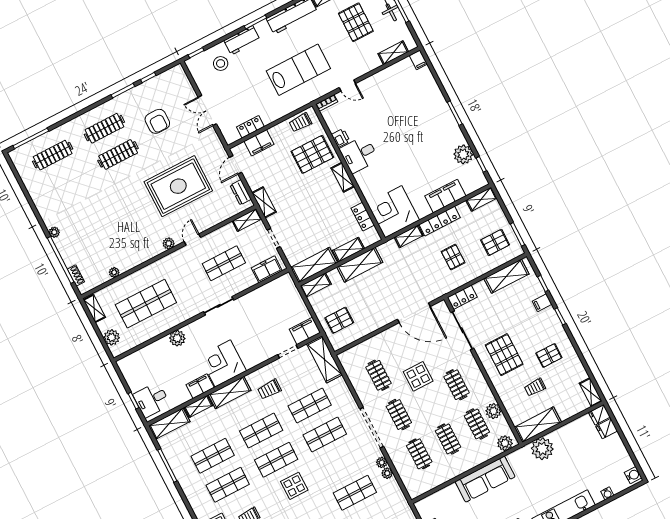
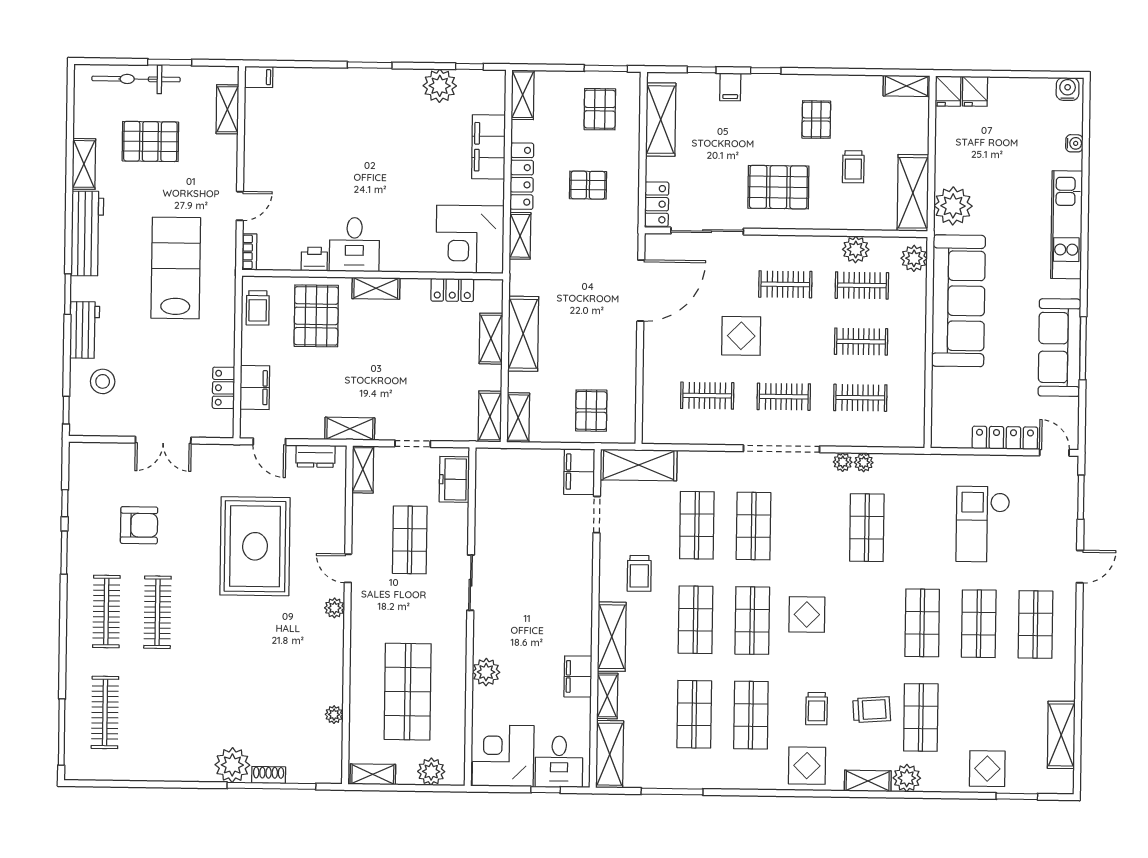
plant: (54, 232) -> (232, 765), width x1.87, depth x1.87
shelving: (314, 265) -> (490, 416), width x0.67, depth x0.75
shoe rack: (76, 275) -> (269, 775), moved
corner desk: (223, 363) -> (503, 756), moved, turned 90
sofa: (485, 479) -> (958, 301), width x1.36, depth x1.27

